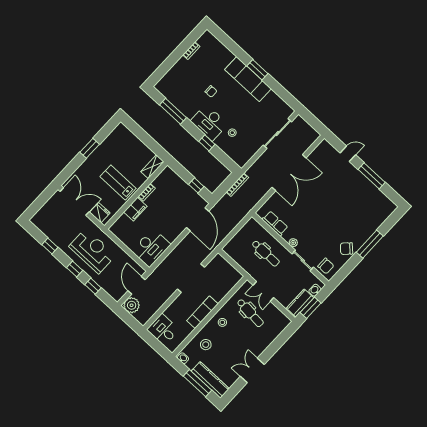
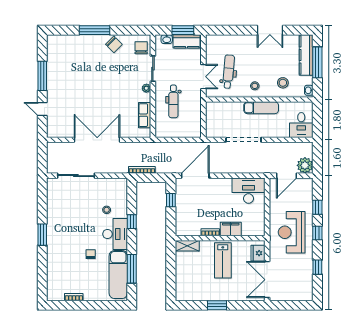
exam couch: (248, 79) -> (118, 275), moved, turned 180
dental chair: (266, 253) -> (173, 101), turned 180

